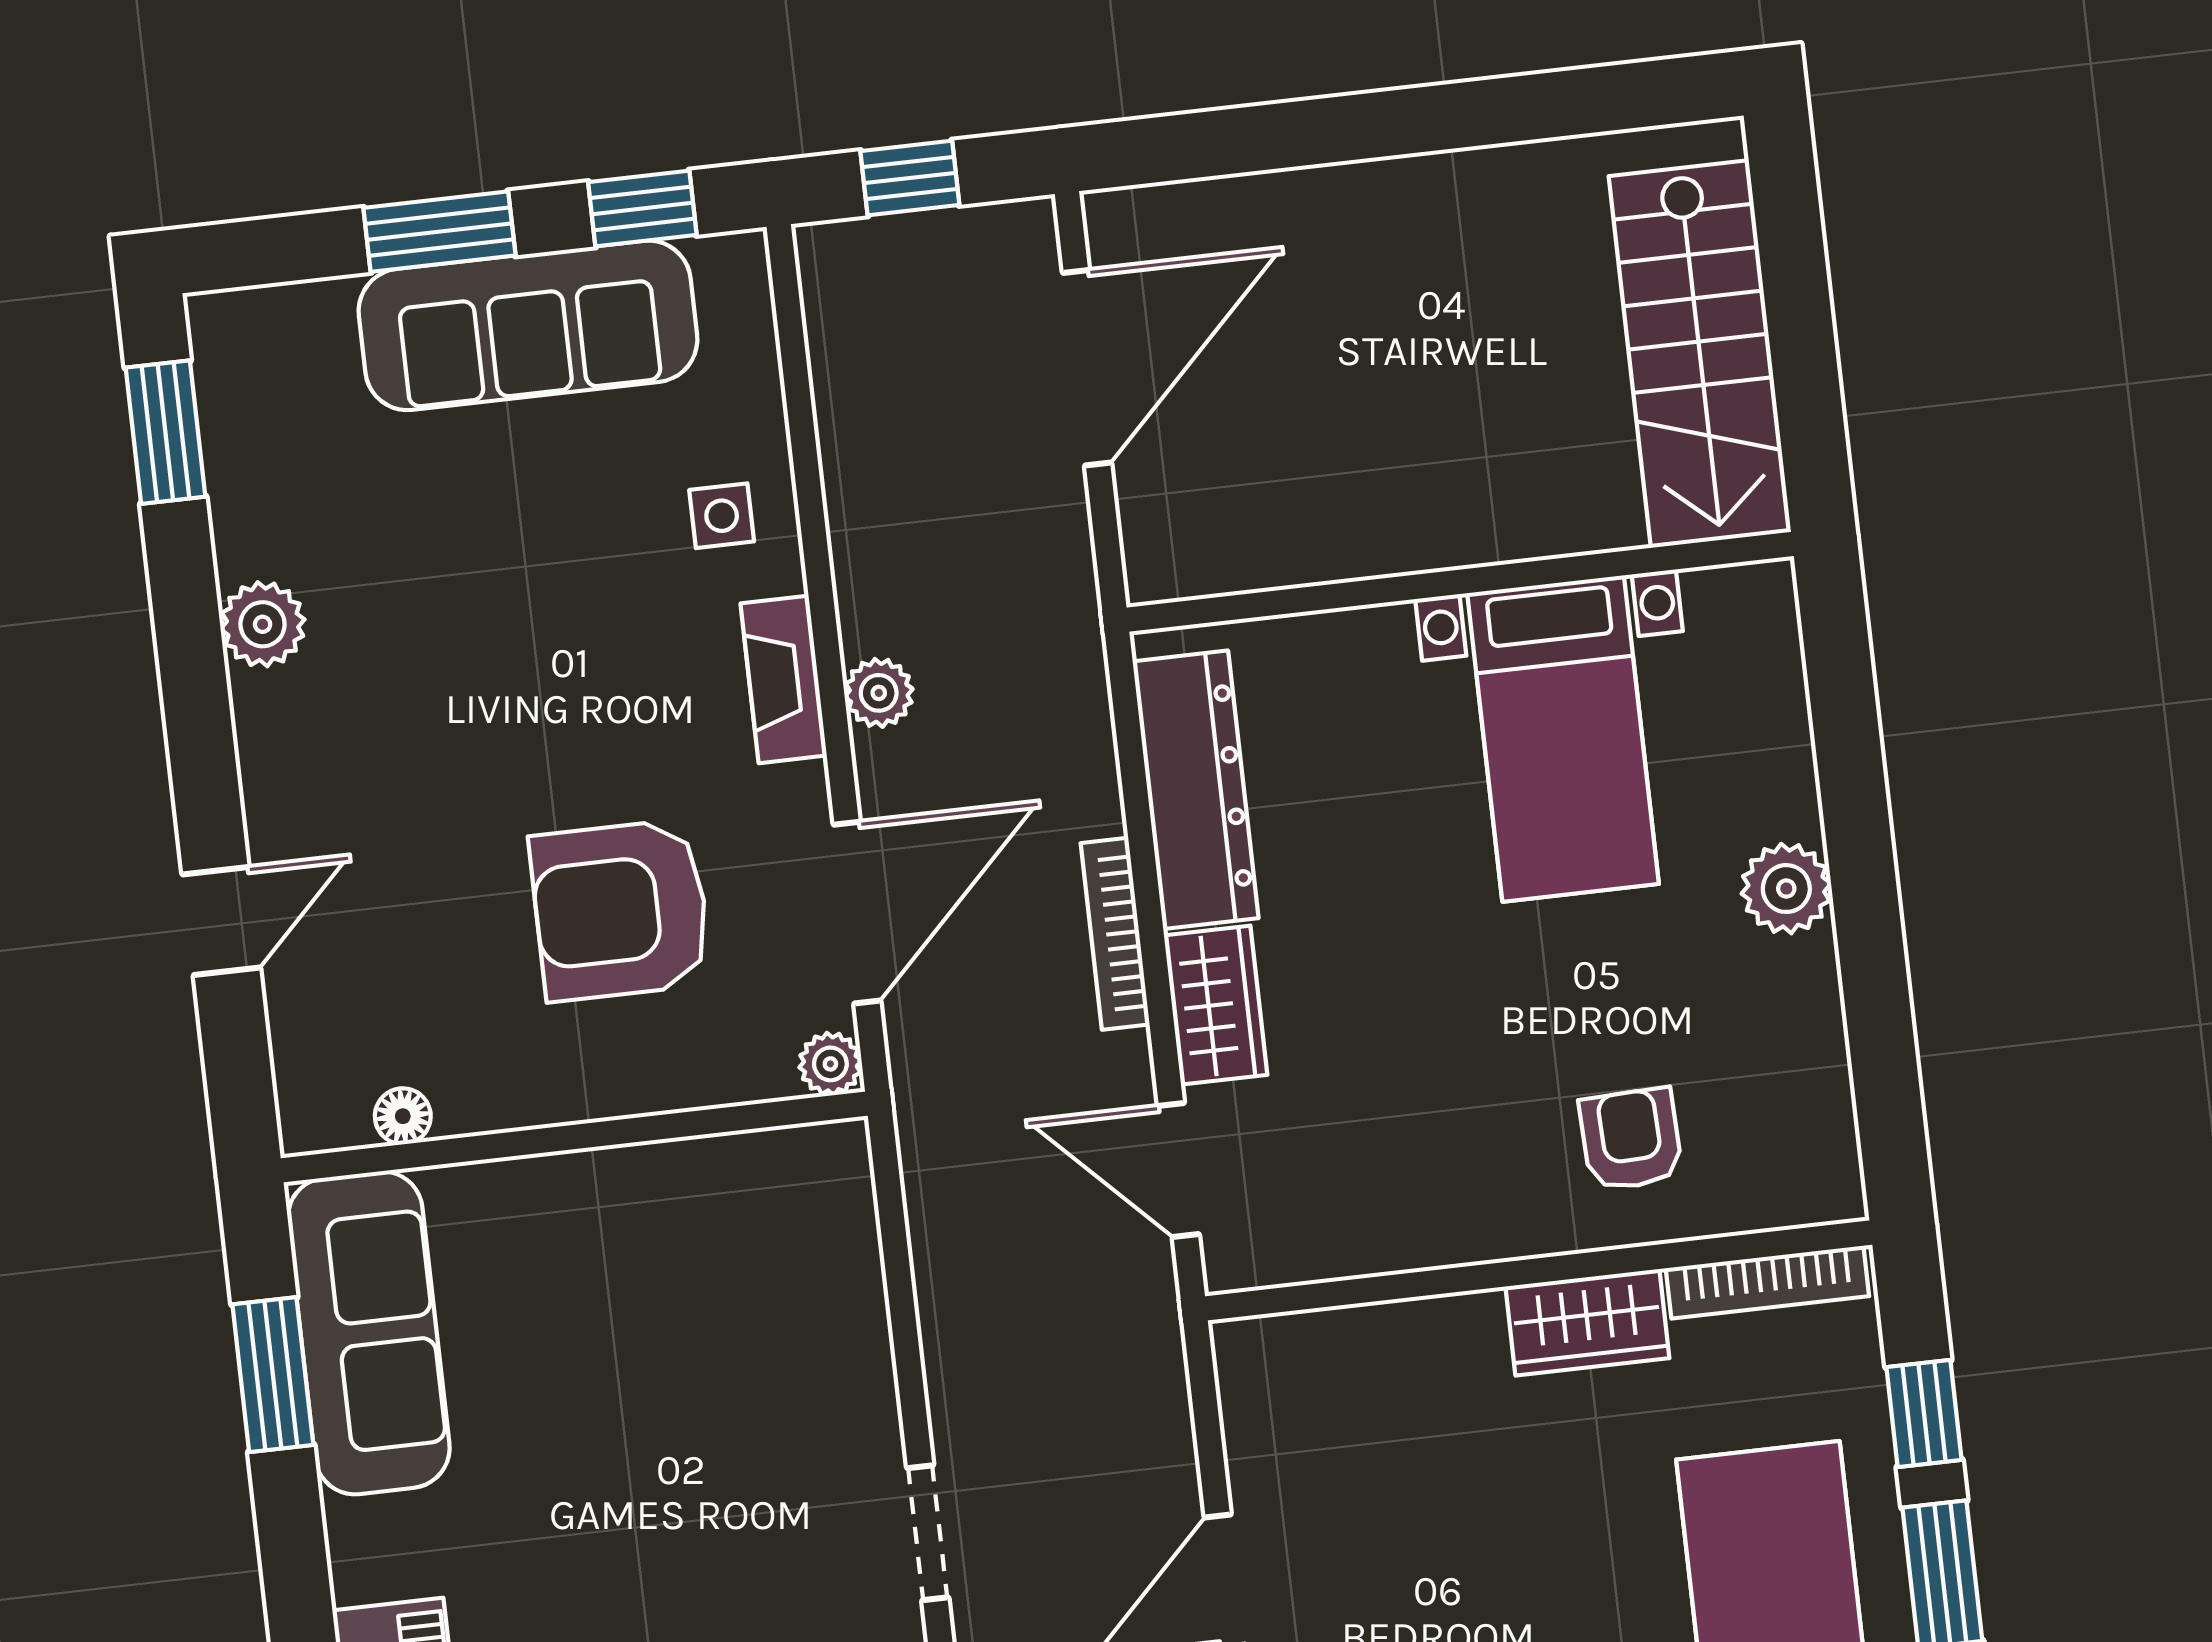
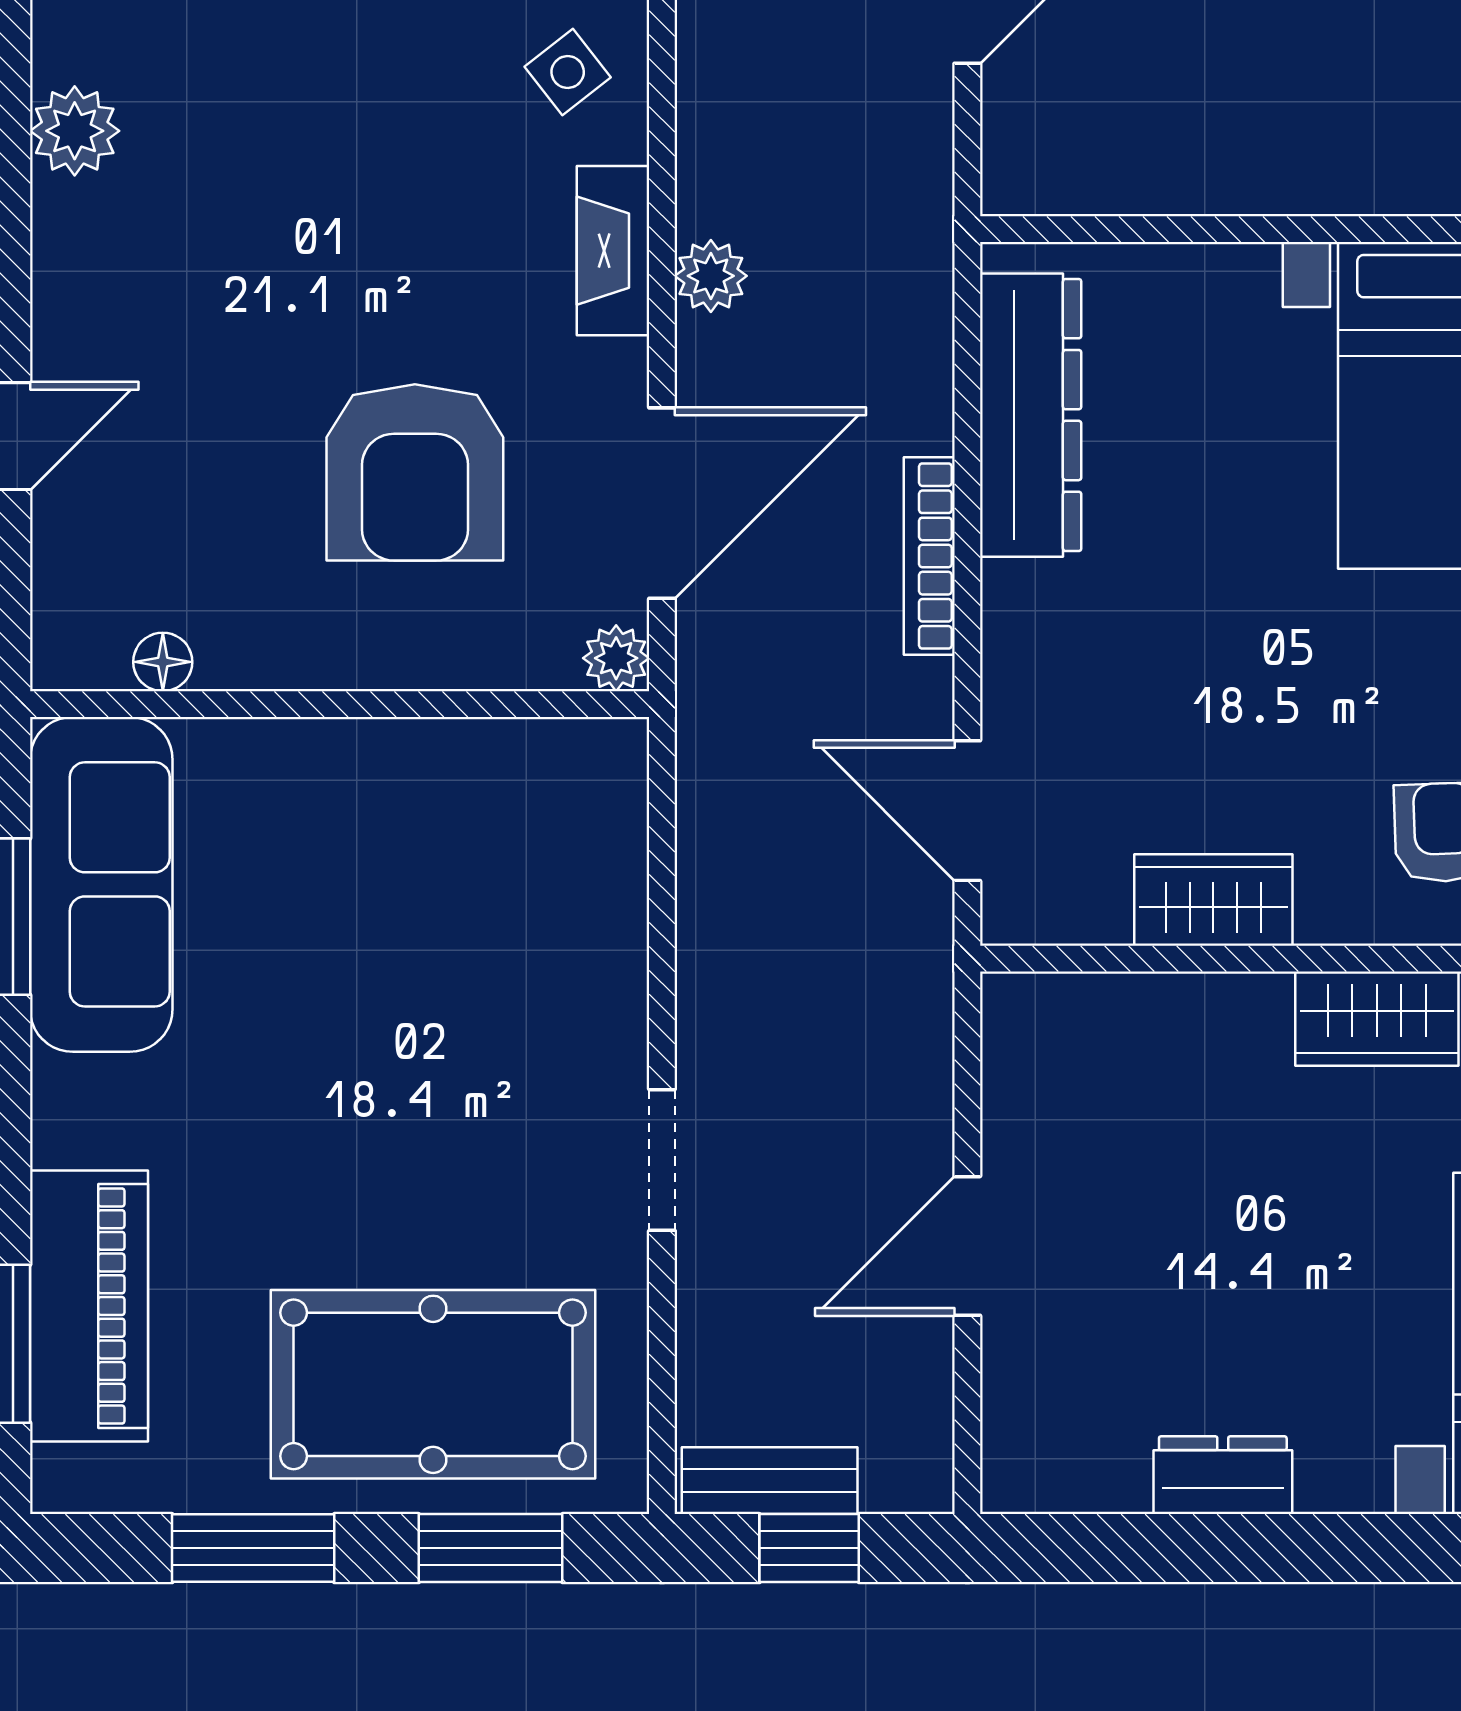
side table: (722, 516) -> (568, 72), turned -38
armchair: (621, 910) -> (415, 472), turned -90
wardrobe: (1216, 1005) -> (1213, 900), moved, turned -90

